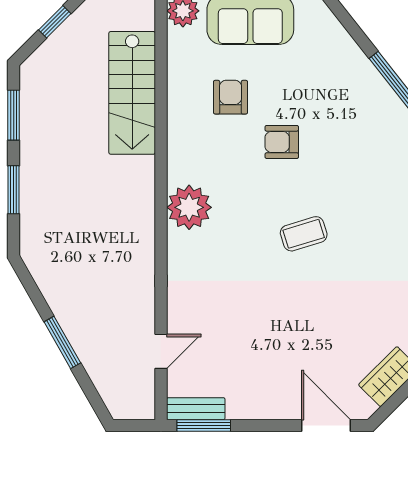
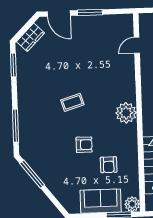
bench: (196, 409) -> (120, 19), removed
window: (204, 425) -> (90, 12), moved

